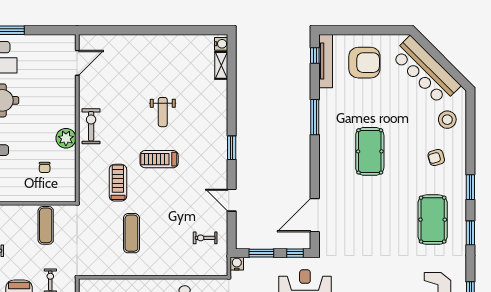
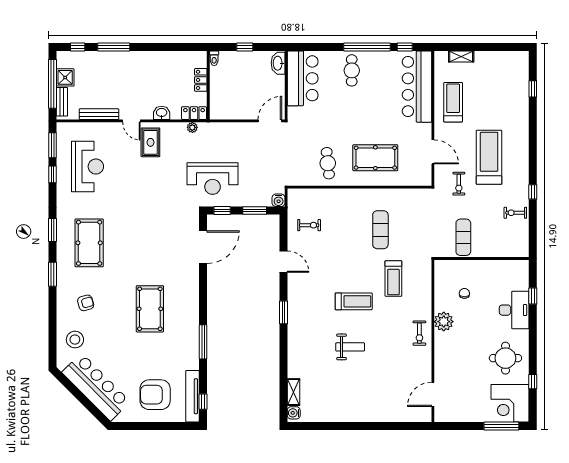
weight bench: (163, 112) -> (350, 347), turned 90
exercise bike: (91, 126) -> (419, 333), width x0.73, depth x0.72

